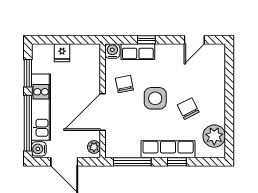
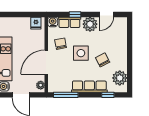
fridge: (62, 53) -> (36, 23), moved
plant: (169, 54) -> (90, 24), added
window: (177, 162) -> (108, 95), moved

